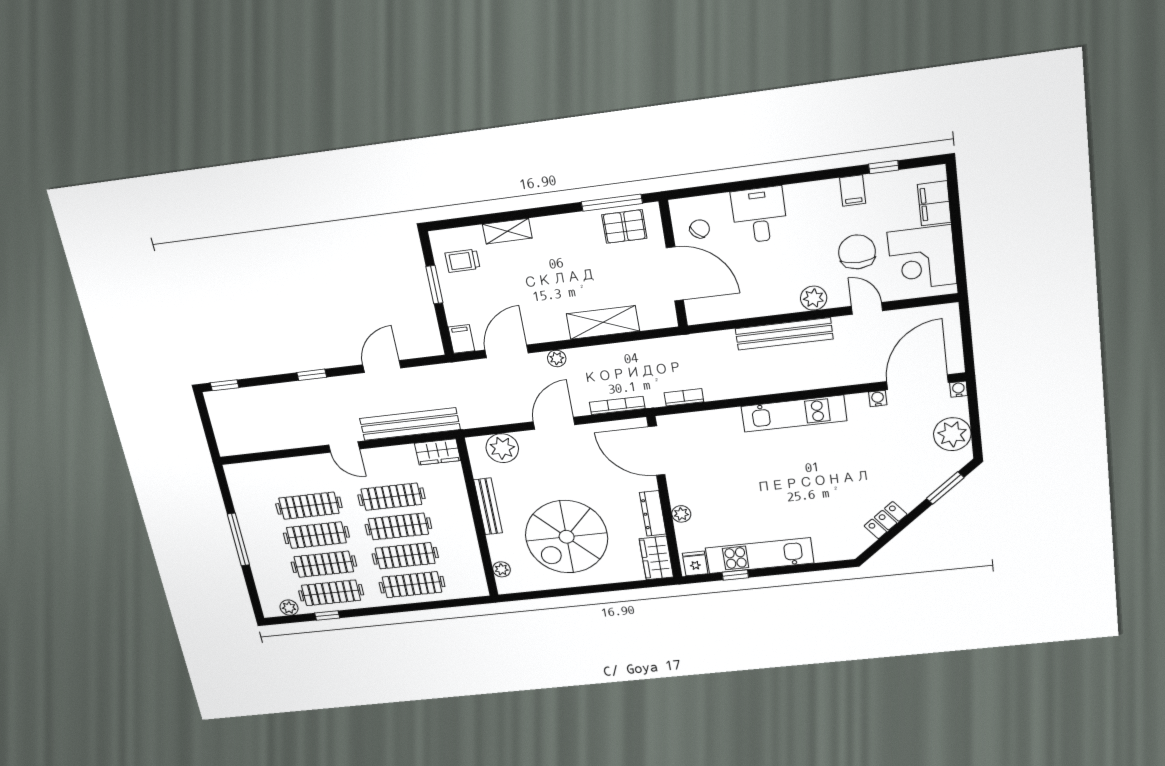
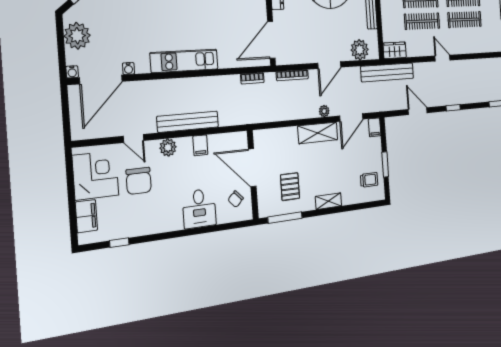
filing cabinet: (853, 191) -> (200, 145), moved, turned 180
pallet: (624, 227) -> (290, 187), moved, turned 90
shelving: (507, 231) -> (328, 201), moved
shelving: (603, 322) -> (318, 133), moved
door: (382, 366) -> (418, 111), swing flipped
bench: (410, 424) -> (387, 72), moved
door: (657, 451) -> (271, 40), swing flipped

